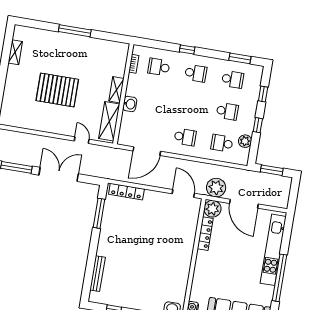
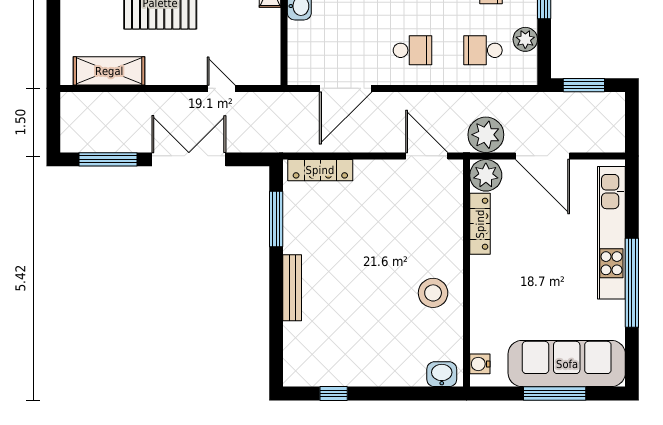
shelving: (109, 121) -> (109, 71), moved, turned 90
stool: (175, 266) -> (433, 293), added
bench: (98, 274) -> (292, 288), moved

